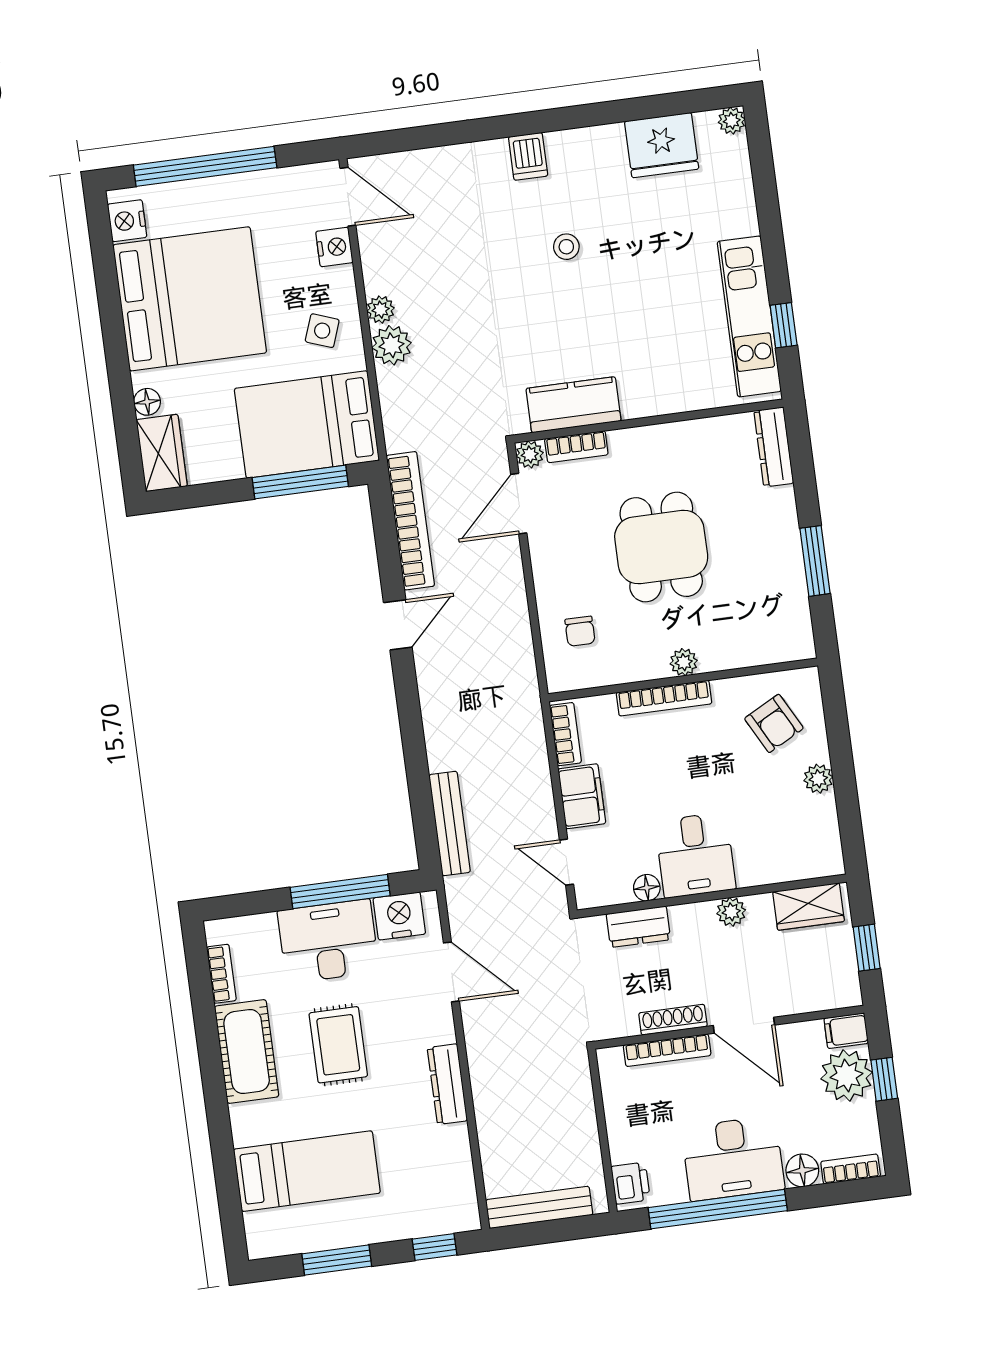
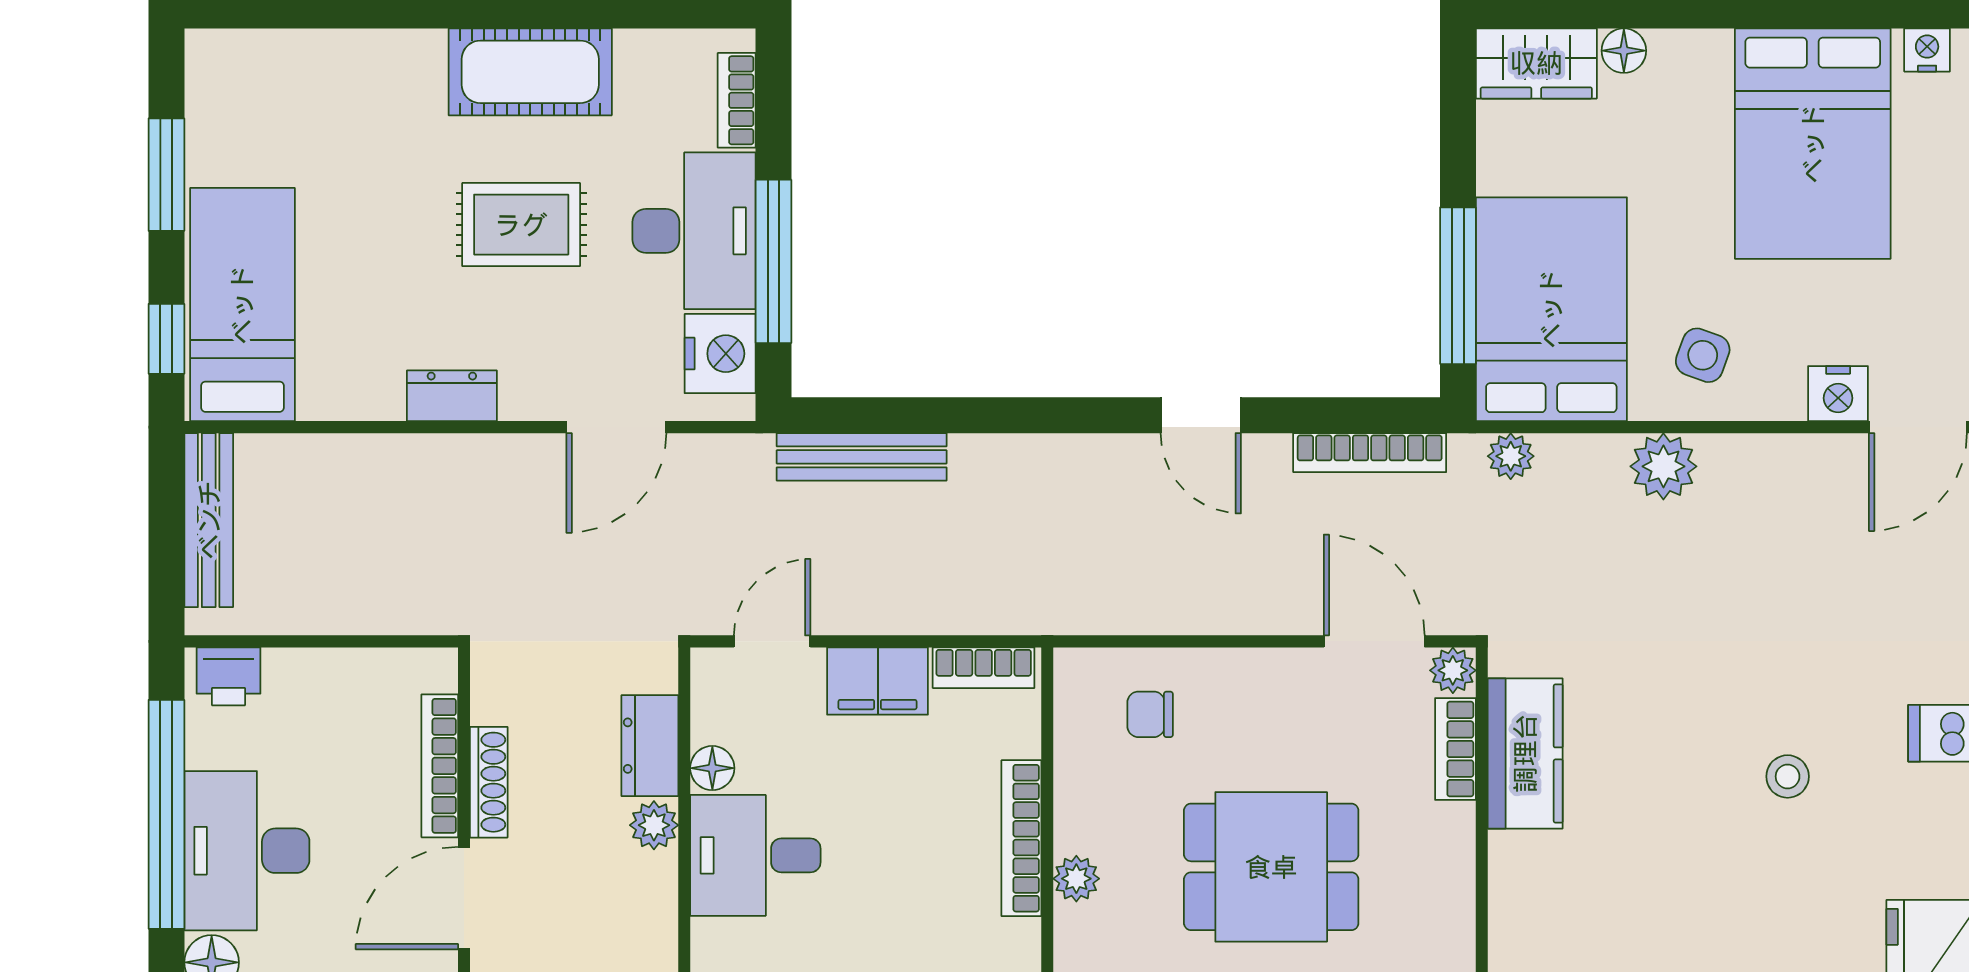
nightstand: (127, 221) -> (1927, 50), width x0.72, depth x0.74
bed: (190, 299) -> (1813, 144), width x0.73
plant: (381, 310) -> (1511, 456), moved
bookcase: (410, 521) -> (1370, 453), width x0.68, depth x0.76
plant: (731, 912) -> (654, 825), moved
bookcase: (221, 974) -> (737, 100), moved, turned 90
dresser: (447, 1084) -> (452, 396), width x0.70
bed: (307, 1171) -> (242, 305), moved, turned 180

